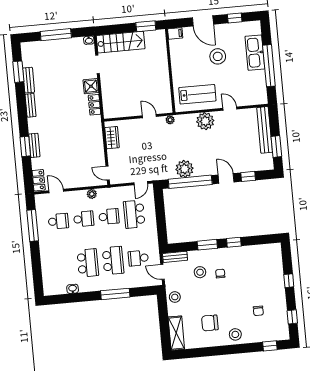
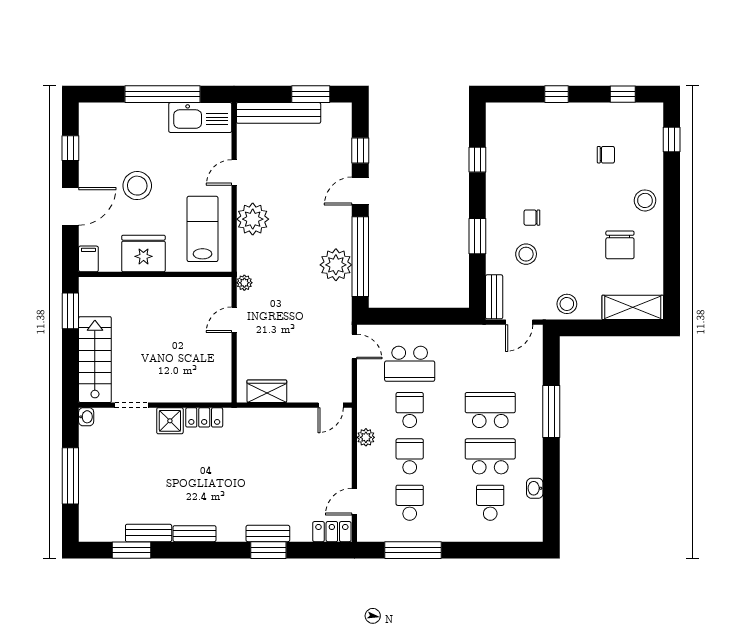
kitchen sink: (255, 53) -> (200, 118), moved
fridge: (181, 63) -> (143, 254), added
window: (234, 242) -> (477, 160), moved
school desk: (138, 258) -> (490, 503), moved, turned 180

